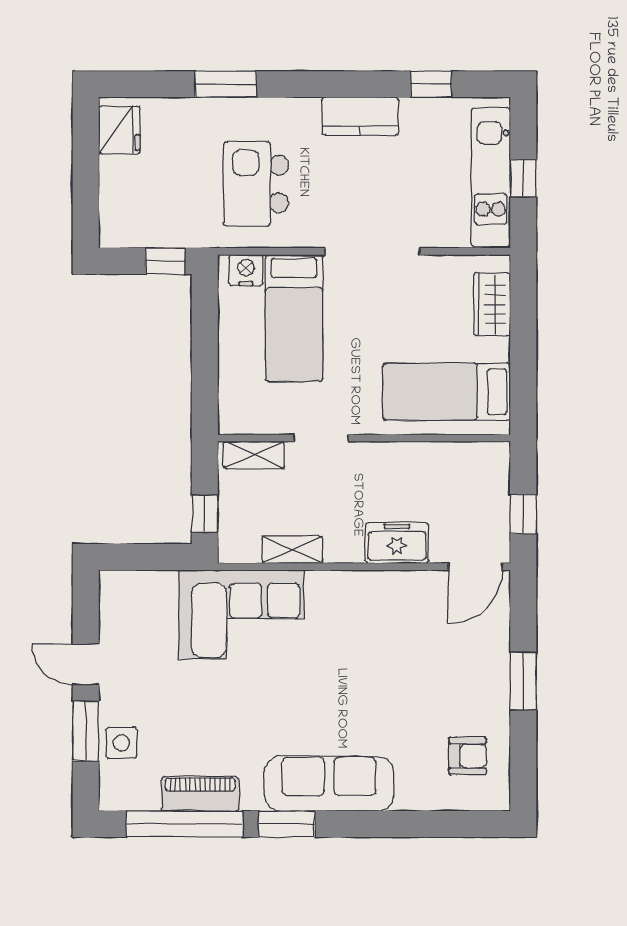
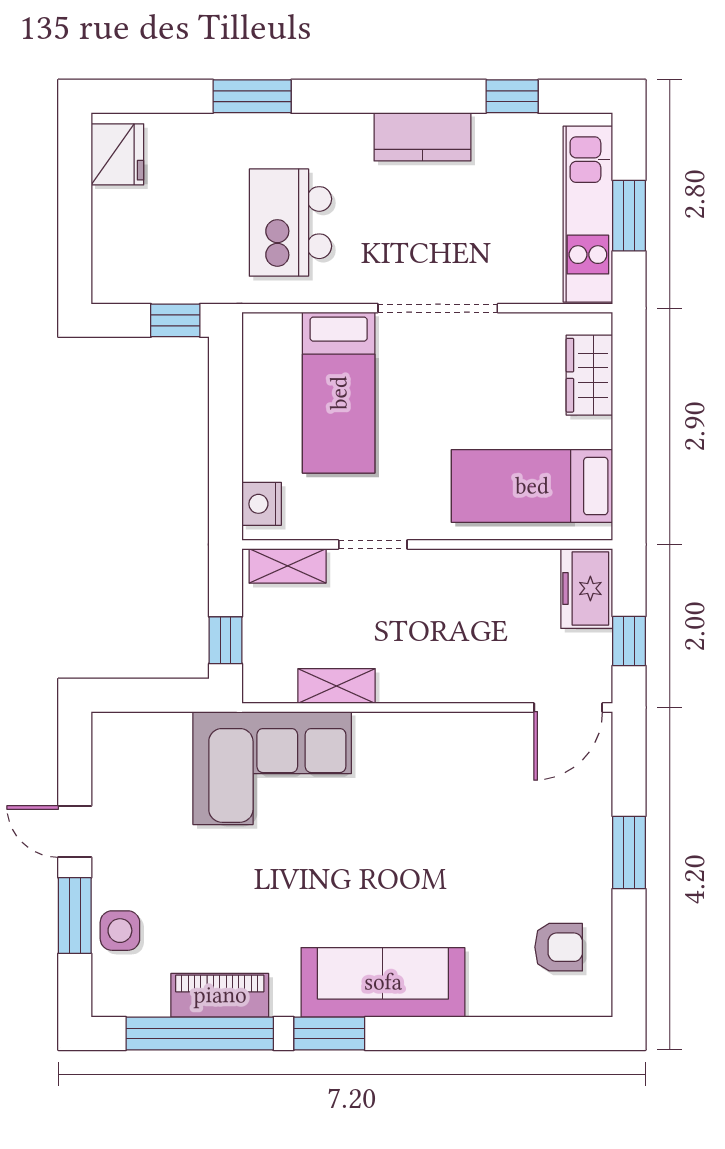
window: (523, 178) -> (629, 216), width x1.50
nightstand: (246, 270) -> (262, 504), moved, turned -90
freezer: (397, 543) -> (587, 588), moved, turned -90

